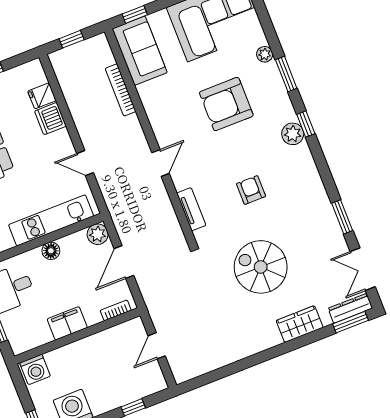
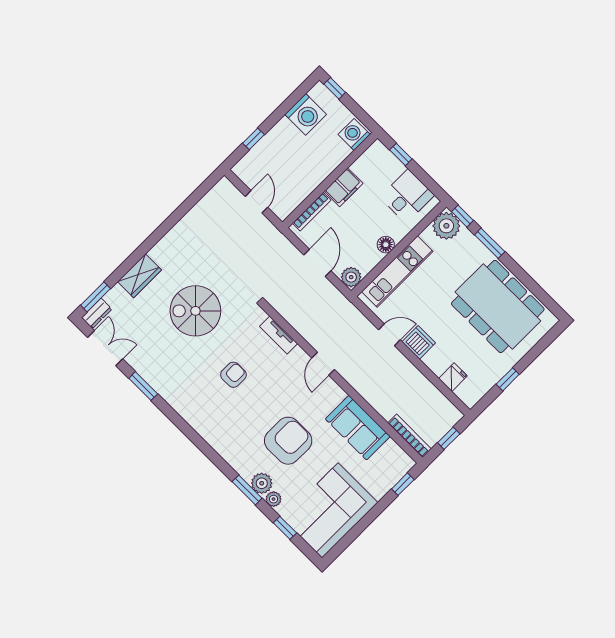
sofa: (140, 51) -> (358, 428), moved
bookcase: (121, 90) -> (410, 436), moved
dishwasher: (50, 119) -> (419, 342), moved
window: (306, 124) -> (285, 528), moved
plant: (293, 134) -> (262, 483), moved
armchair: (251, 190) -> (233, 375), turned -90
spiral stairs: (261, 267) -> (195, 311), turned 180
dresser: (350, 308) -> (97, 313), width x0.70
bookcase: (116, 310) -> (312, 212), width x1.56

